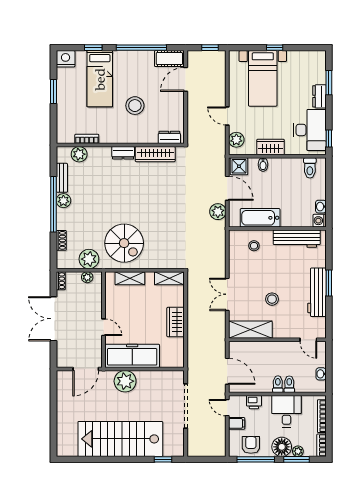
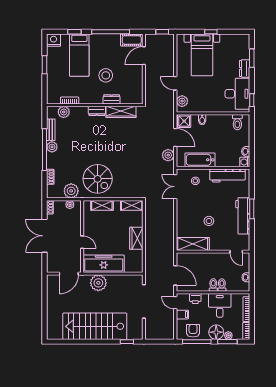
dresser: (169, 137) -> (112, 99), moved
wardrobe: (271, 147) -> (208, 106), removed
double door: (227, 294) -> (175, 187), moved

